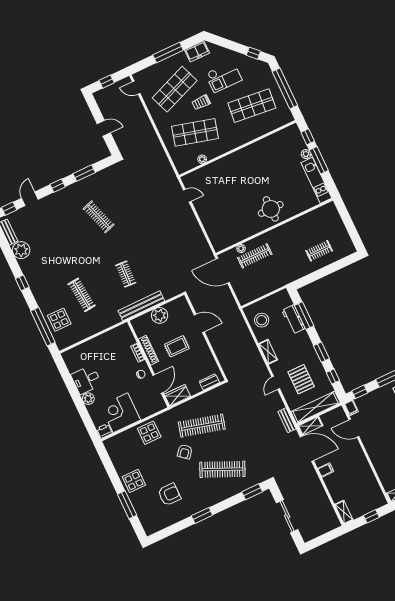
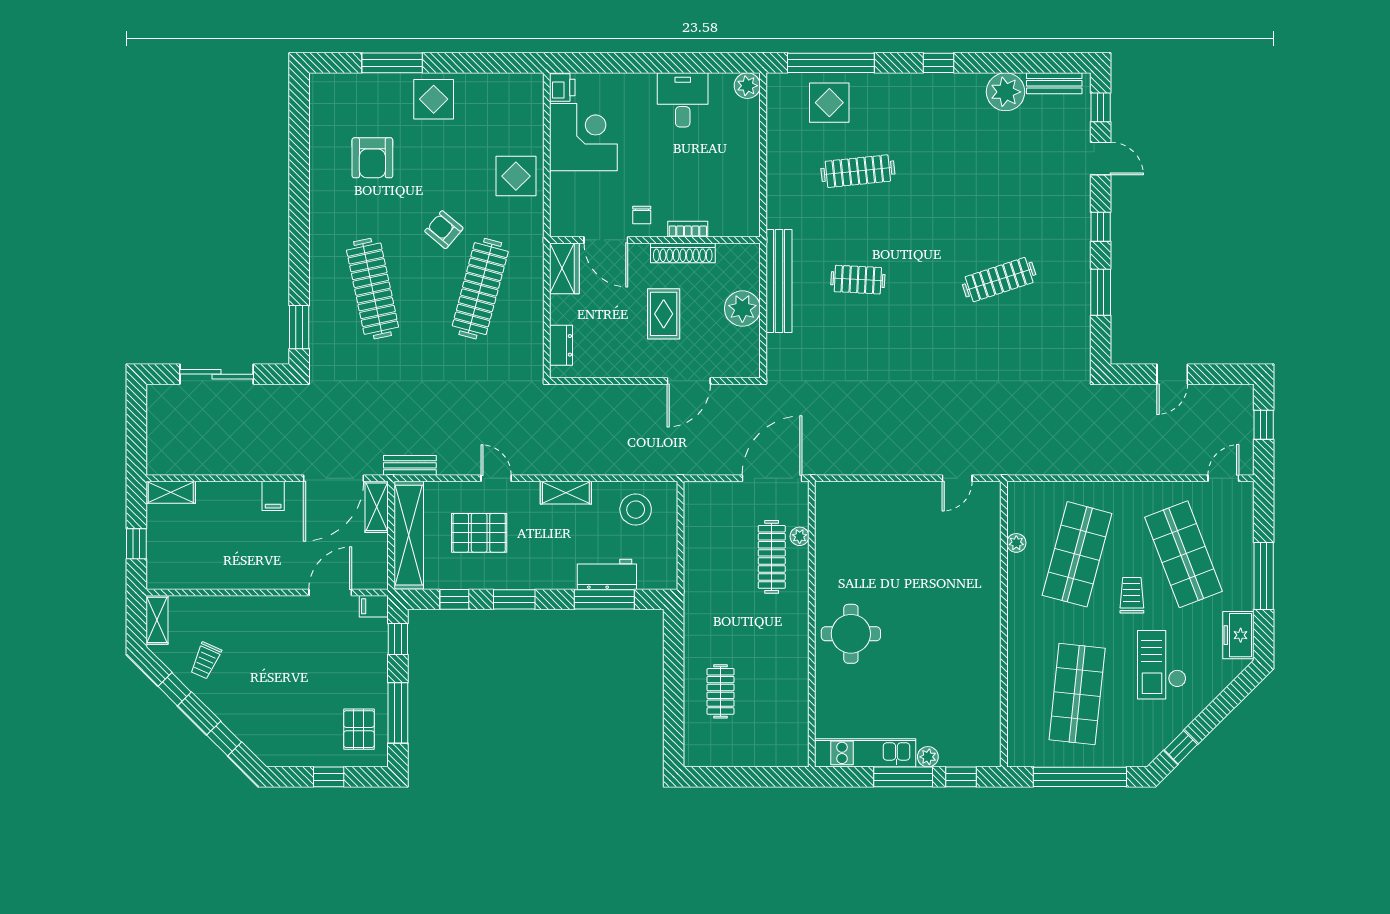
plant: (88, 399) -> (747, 86), moved
clothes rail: (222, 469) -> (372, 289), turned -36
window: (202, 515) -> (299, 203), removed

